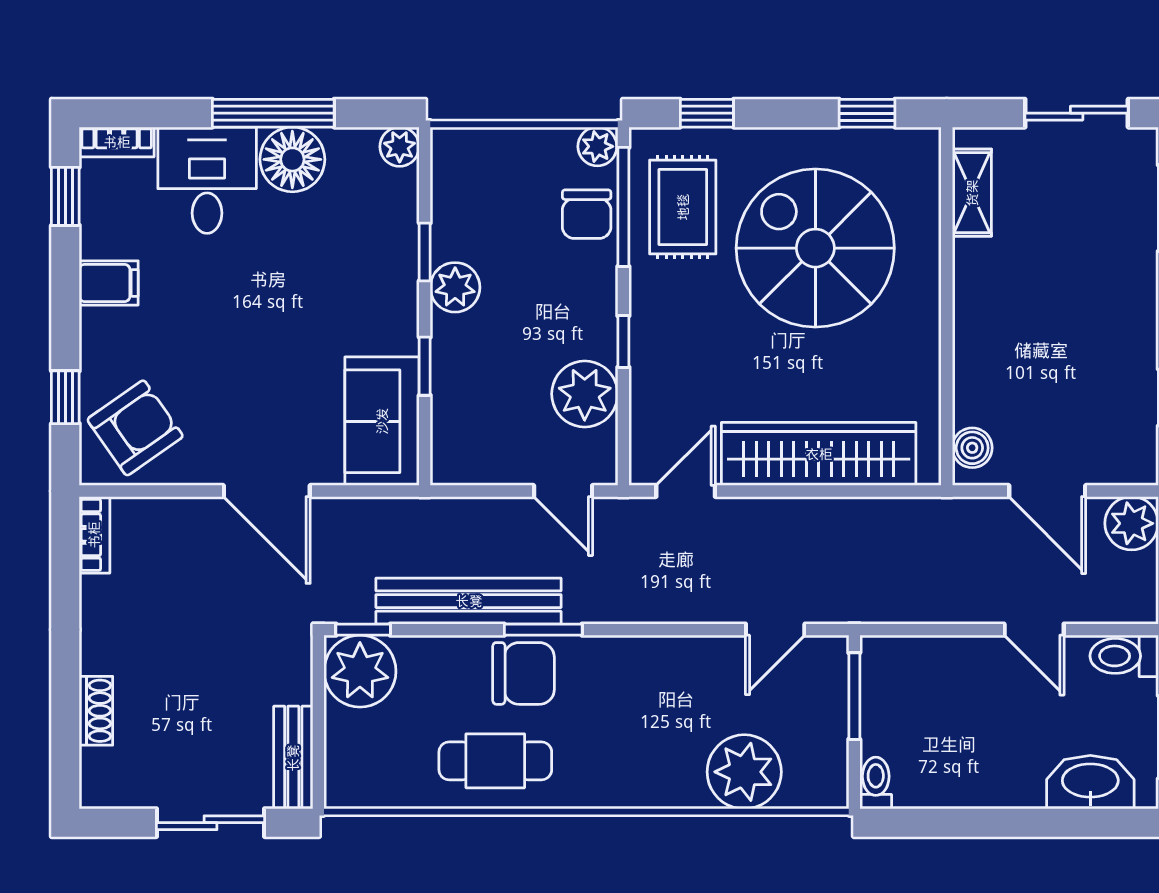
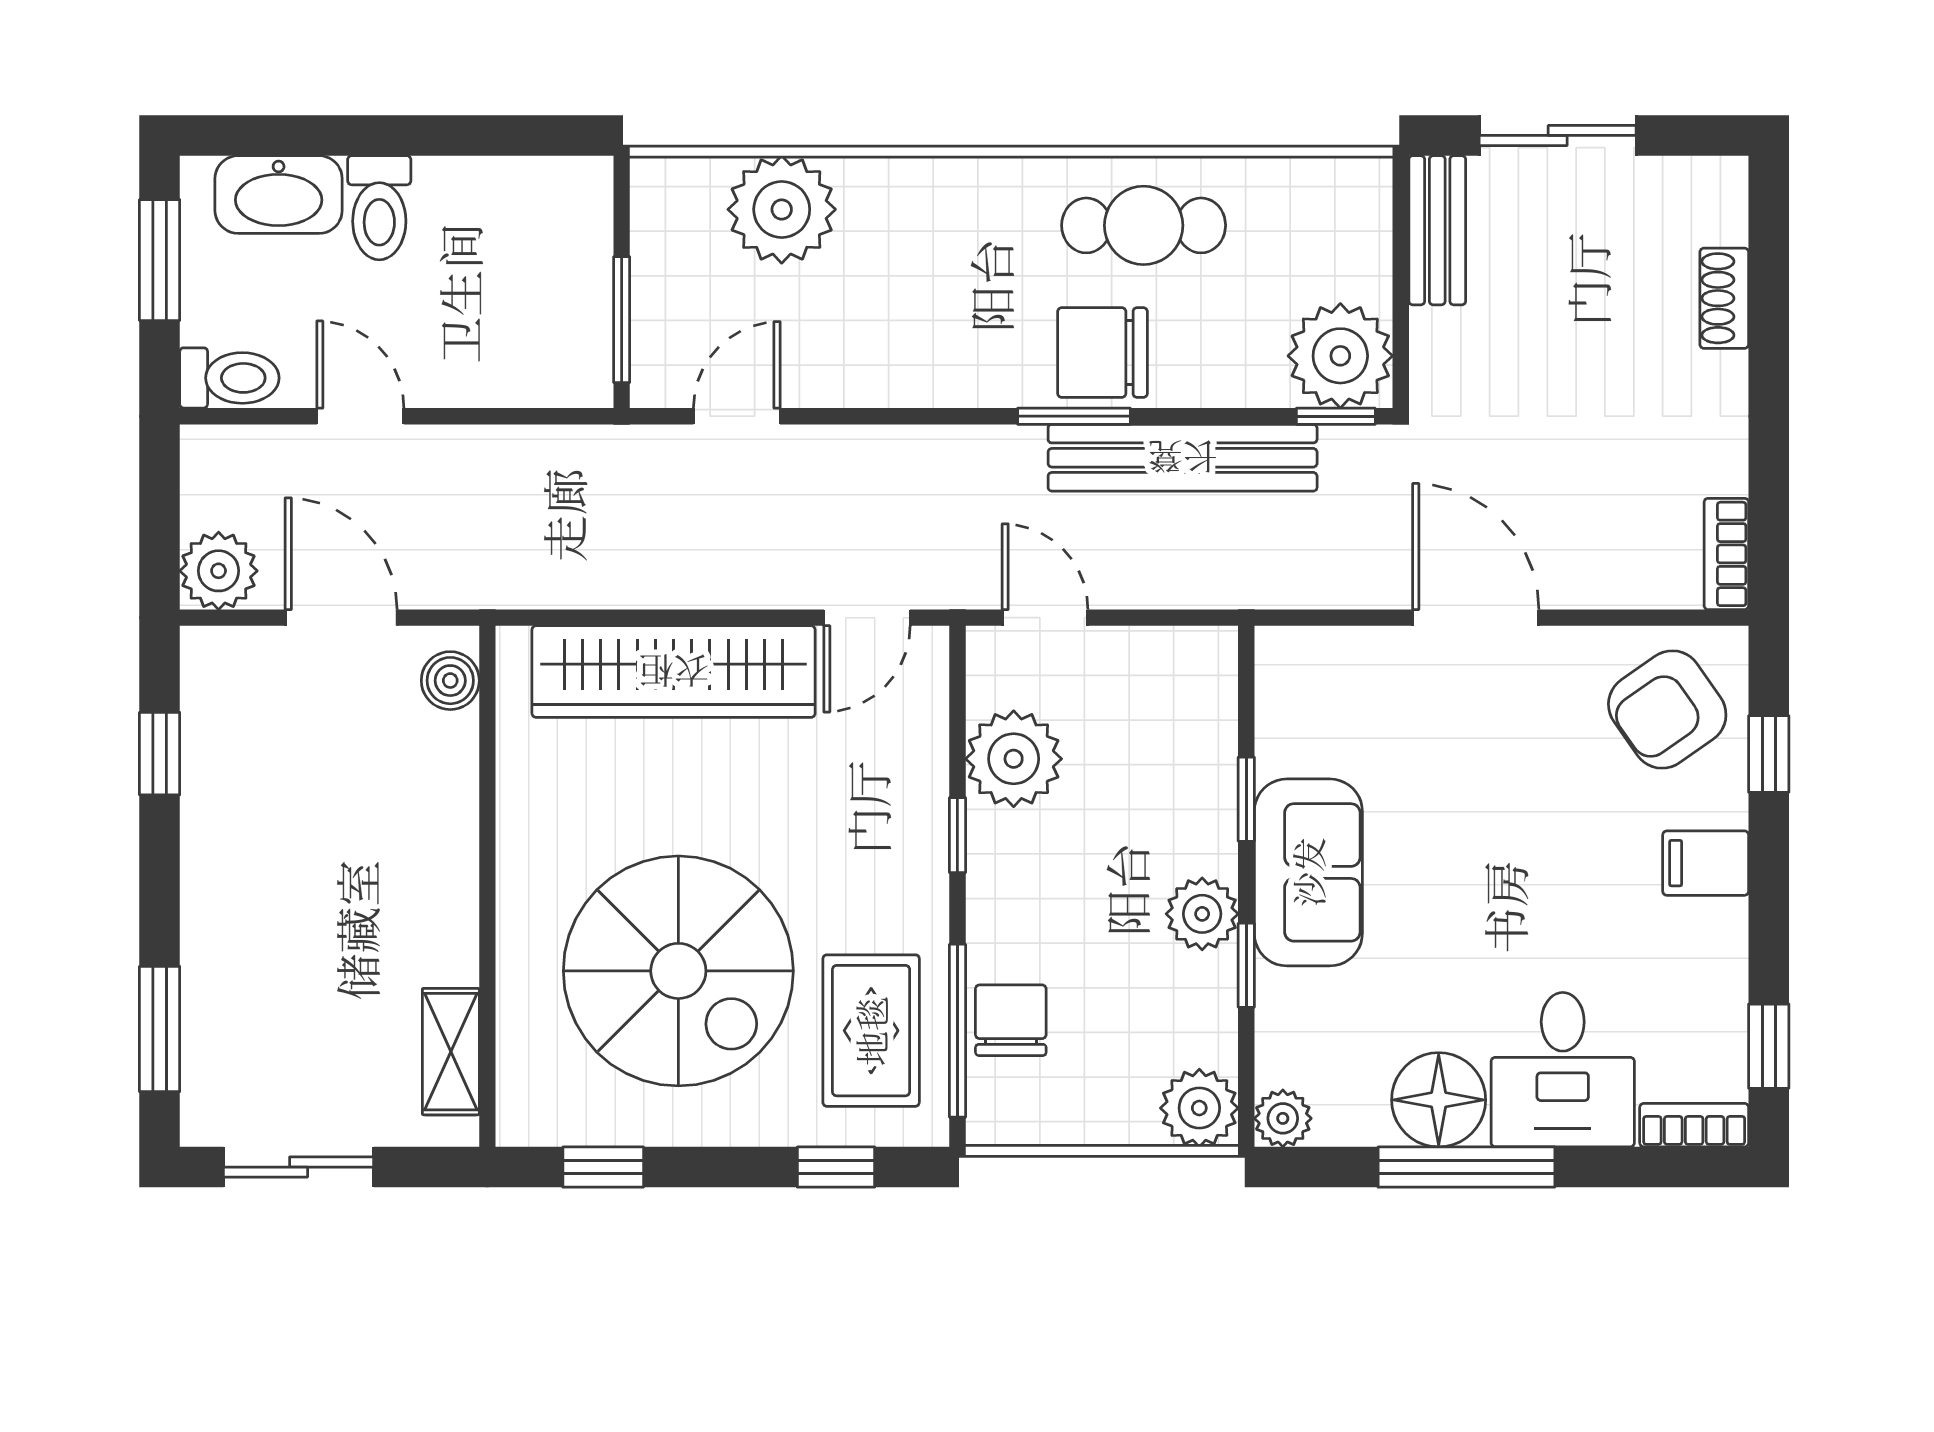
plant: (597, 146) -> (1199, 1108), moved, width x1.38, depth x1.38
filing cabinet: (109, 283) -> (1706, 863), moved
sofa: (382, 421) -> (1308, 872), moved
toilet: (876, 783) -> (379, 208), moved, width x1.37, depth x1.39

